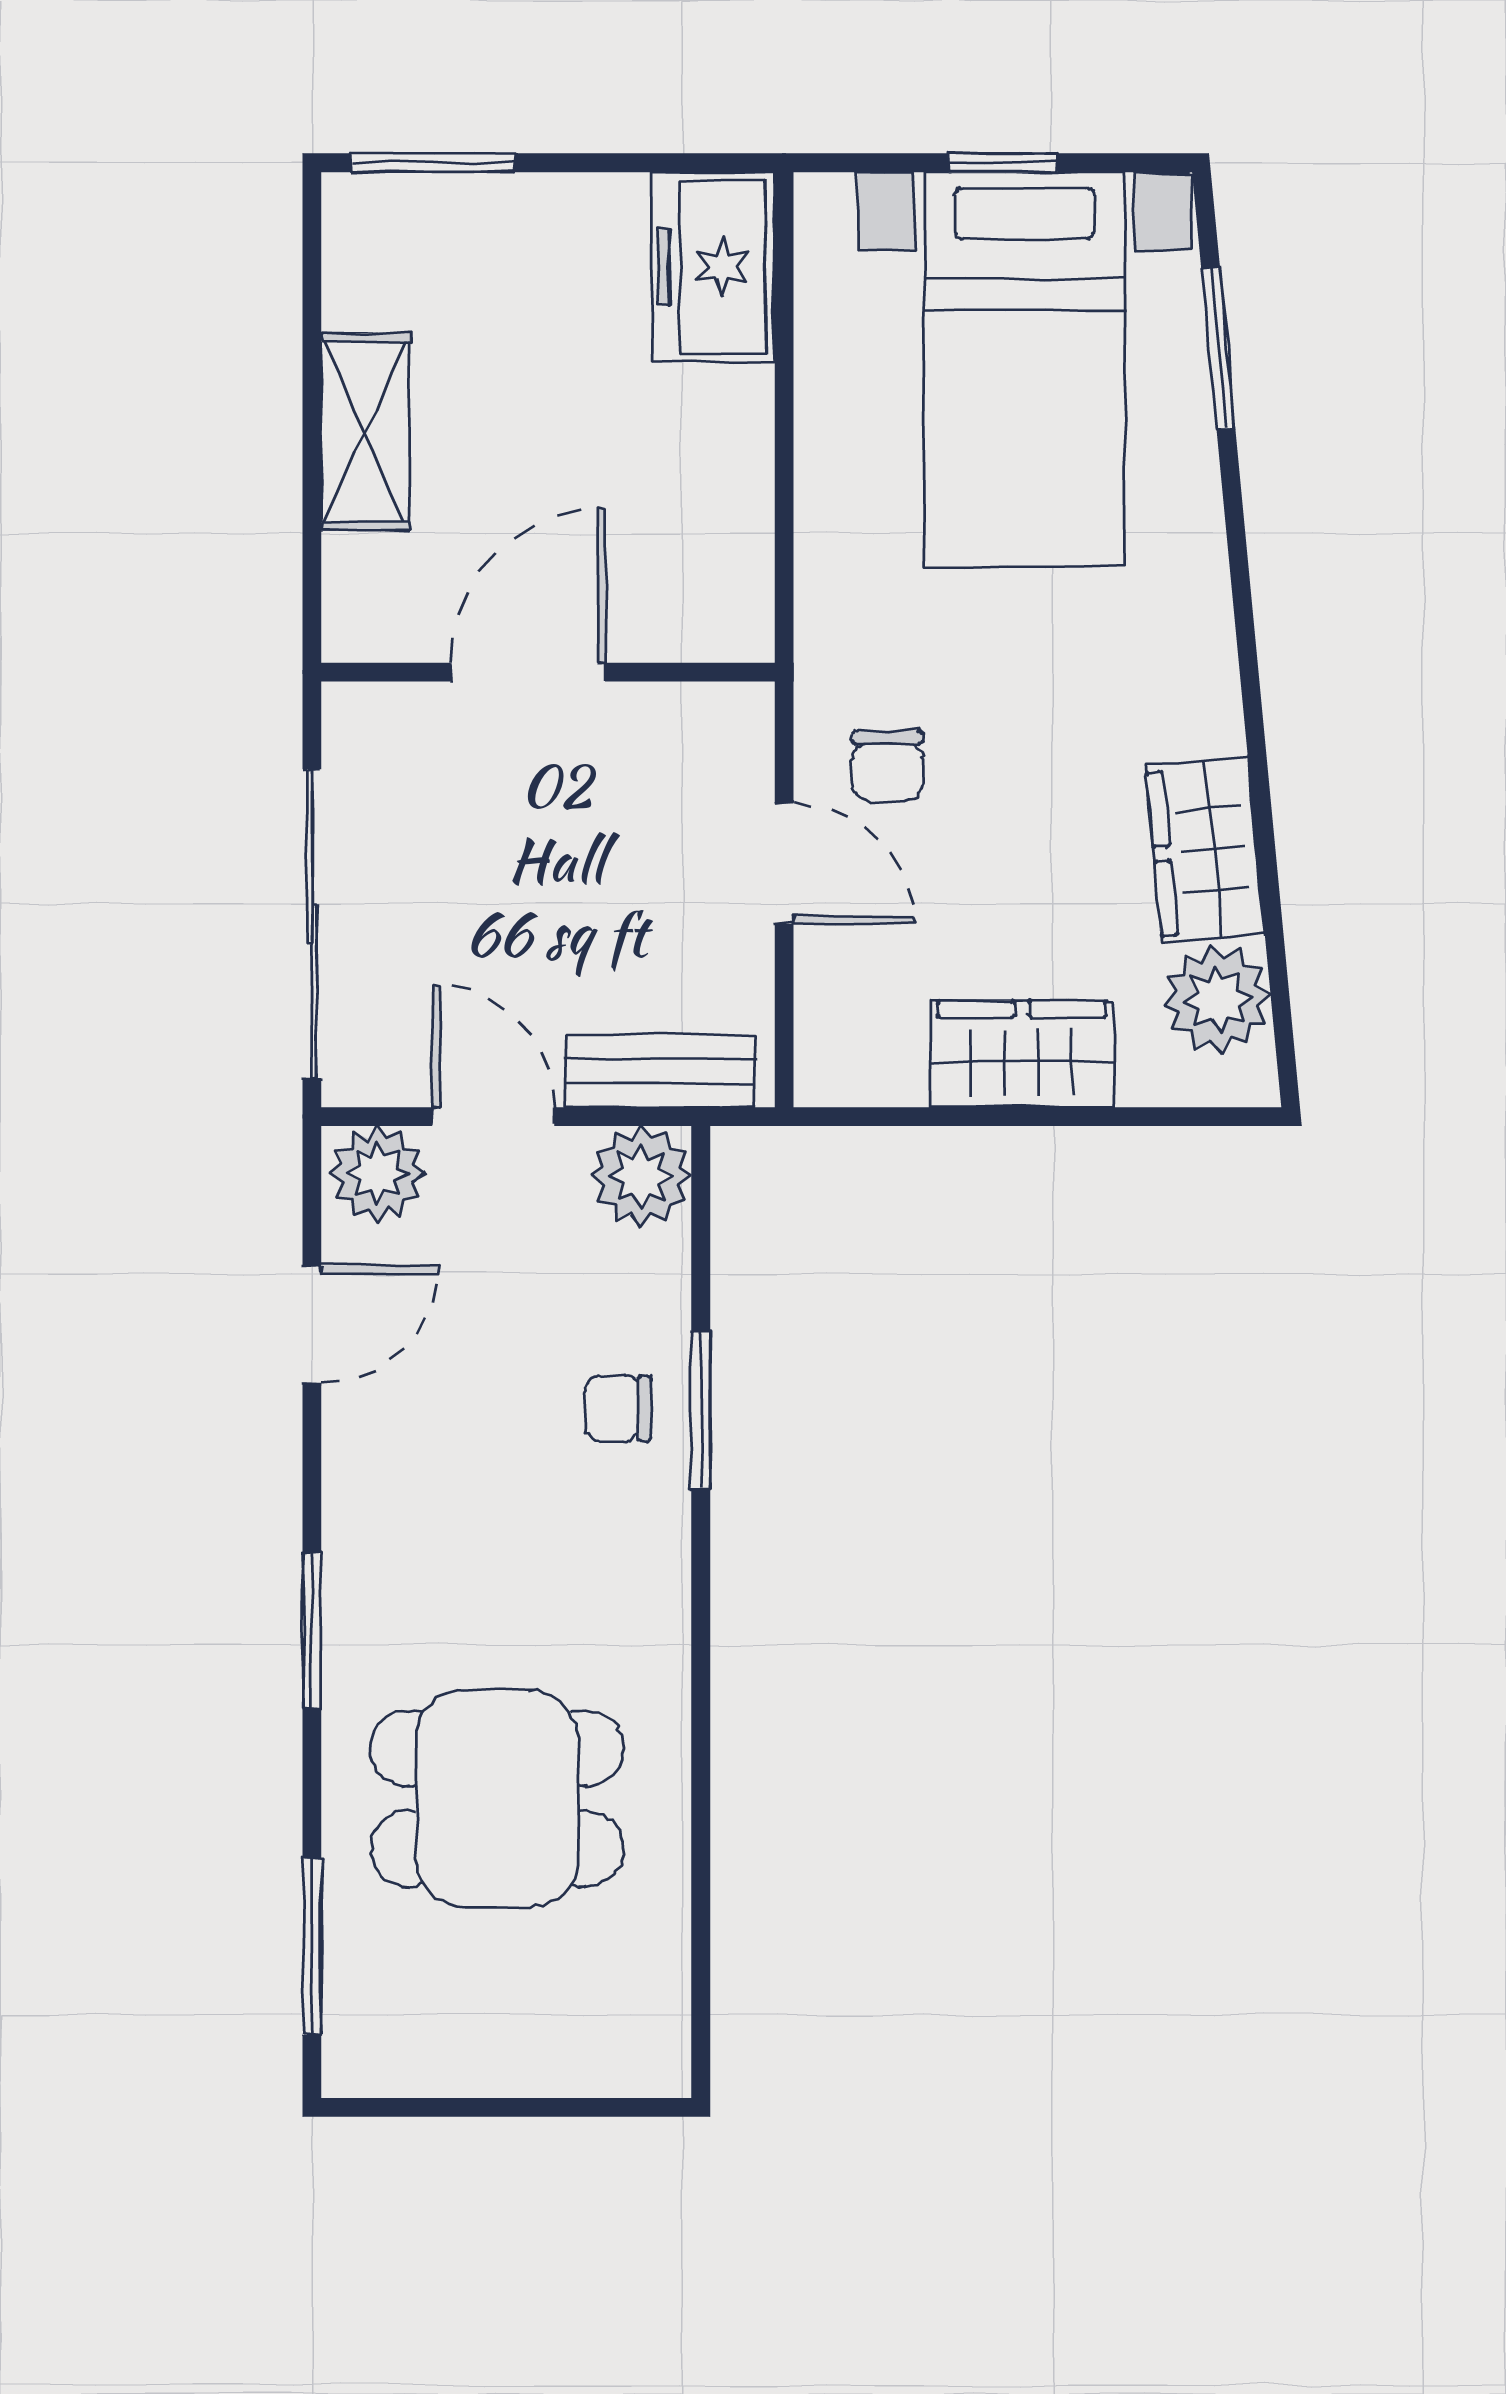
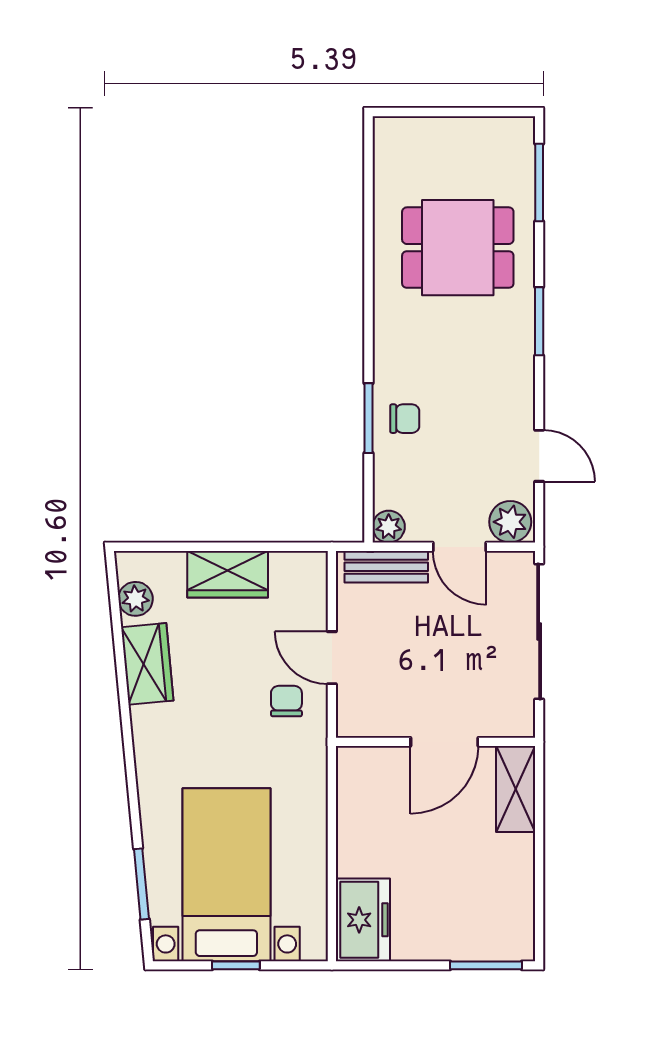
shelving: (365, 432) -> (516, 789), moved
plant: (1217, 999) -> (135, 599), width x0.73, depth x0.73
plant: (641, 1176) -> (389, 527), width x0.73, depth x0.73
door: (312, 1324) -> (539, 456), swing flipped

